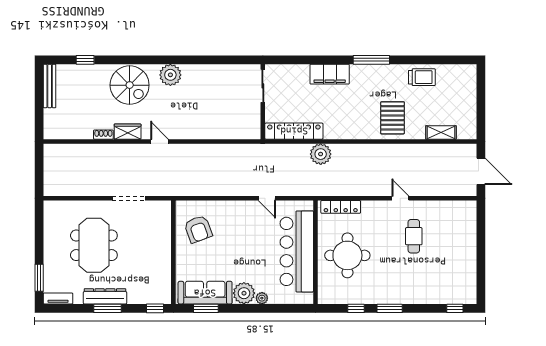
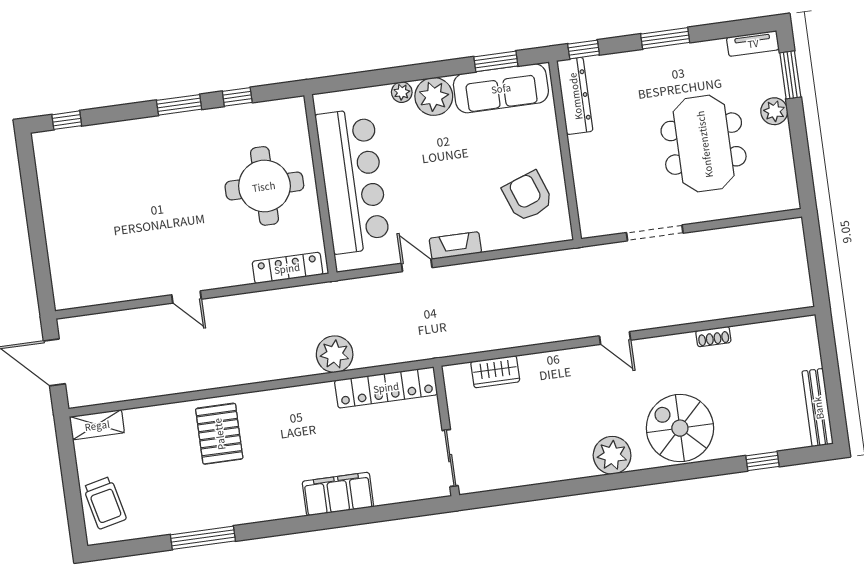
window: (371, 60) -> (203, 538), moved
trolley: (422, 77) -> (105, 503), moved, turned -103
wardrobe: (128, 132) -> (495, 372), moved
shelving: (441, 132) -> (97, 425), moved
fireplace: (243, 207) -> (455, 246), added
cafe table: (414, 236) -> (155, 235), removed
plant: (51, 258) -> (774, 111), added
dresser: (105, 296) -> (575, 96), moved, turned -90

